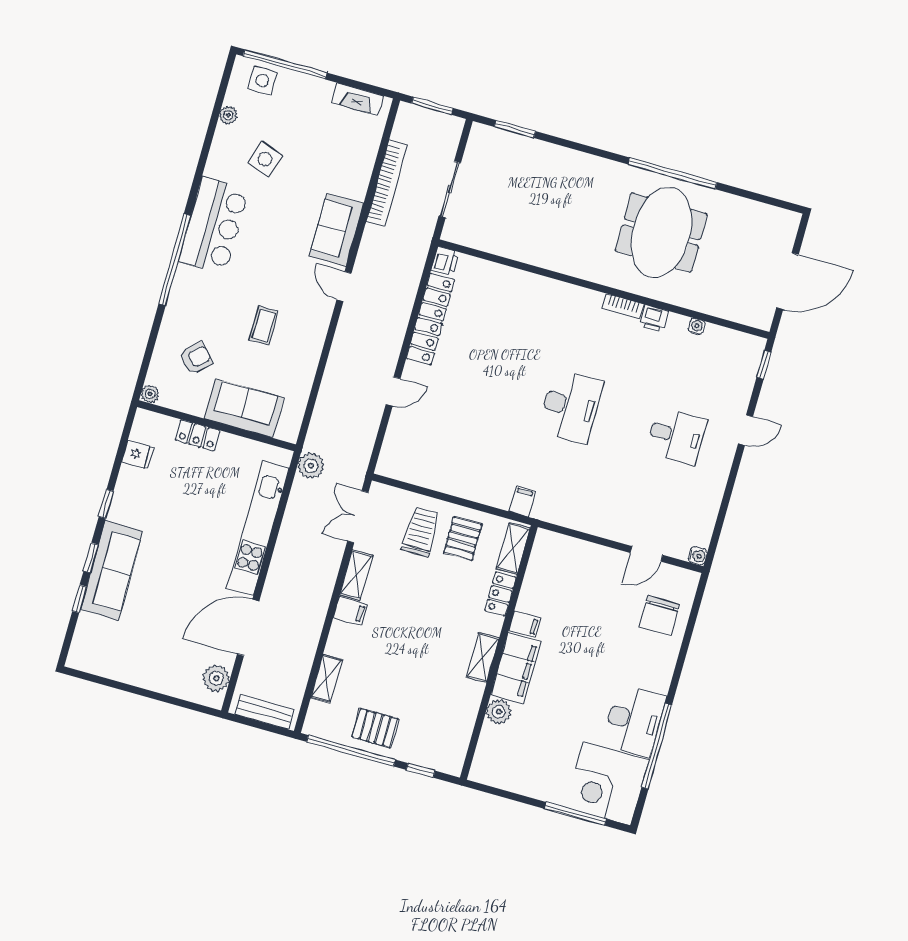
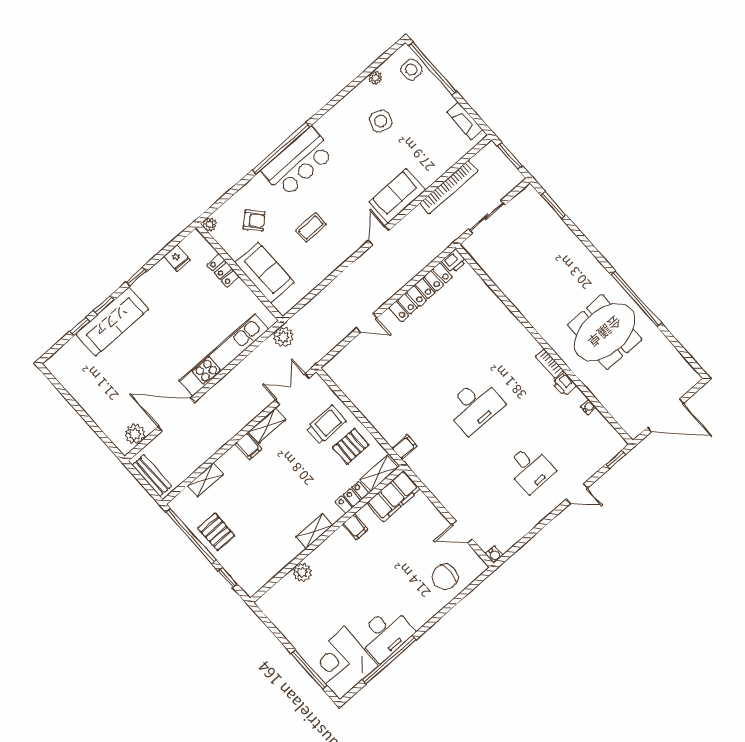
bar counter: (214, 225) -> (298, 162), moved
filing cabinet: (516, 668) -> (394, 496), moved

